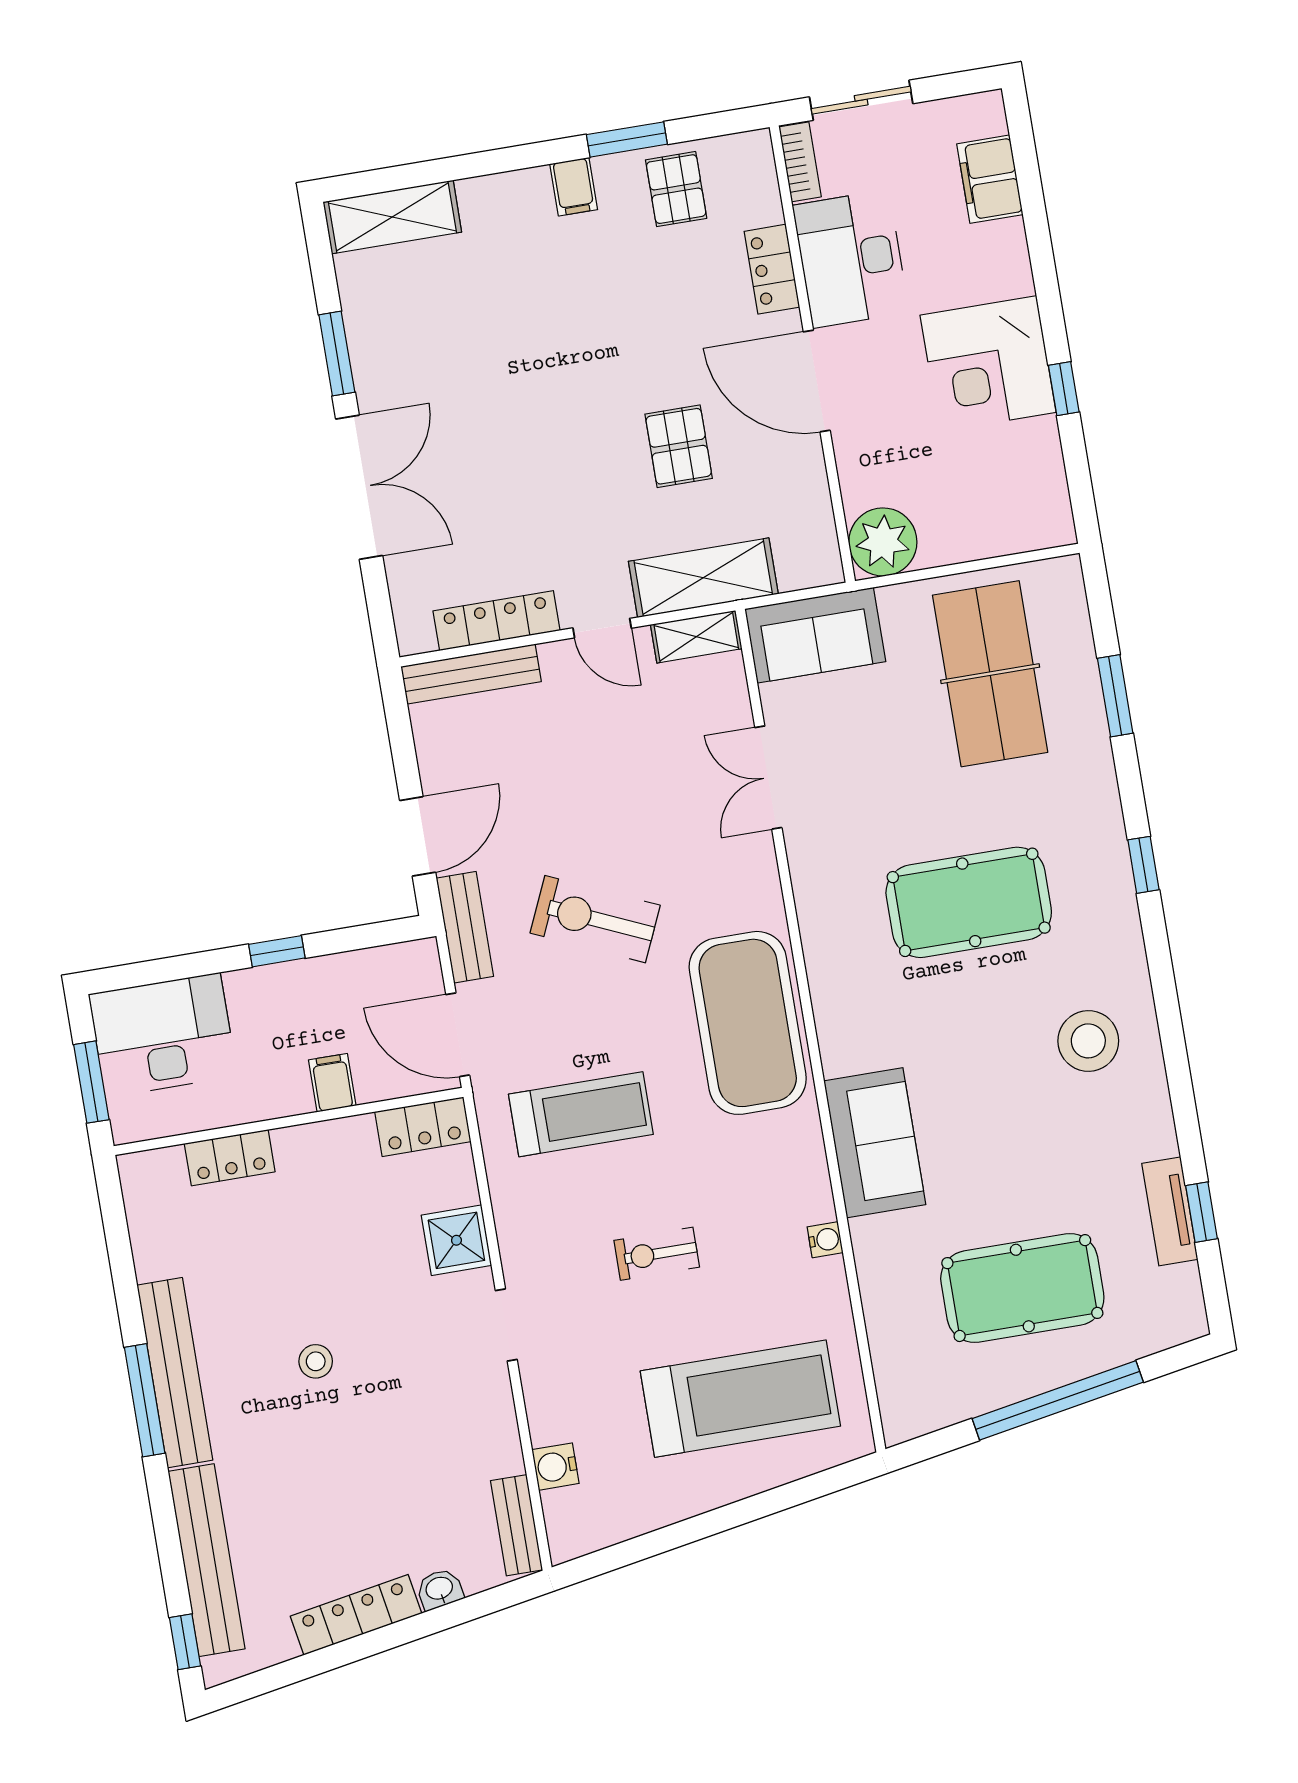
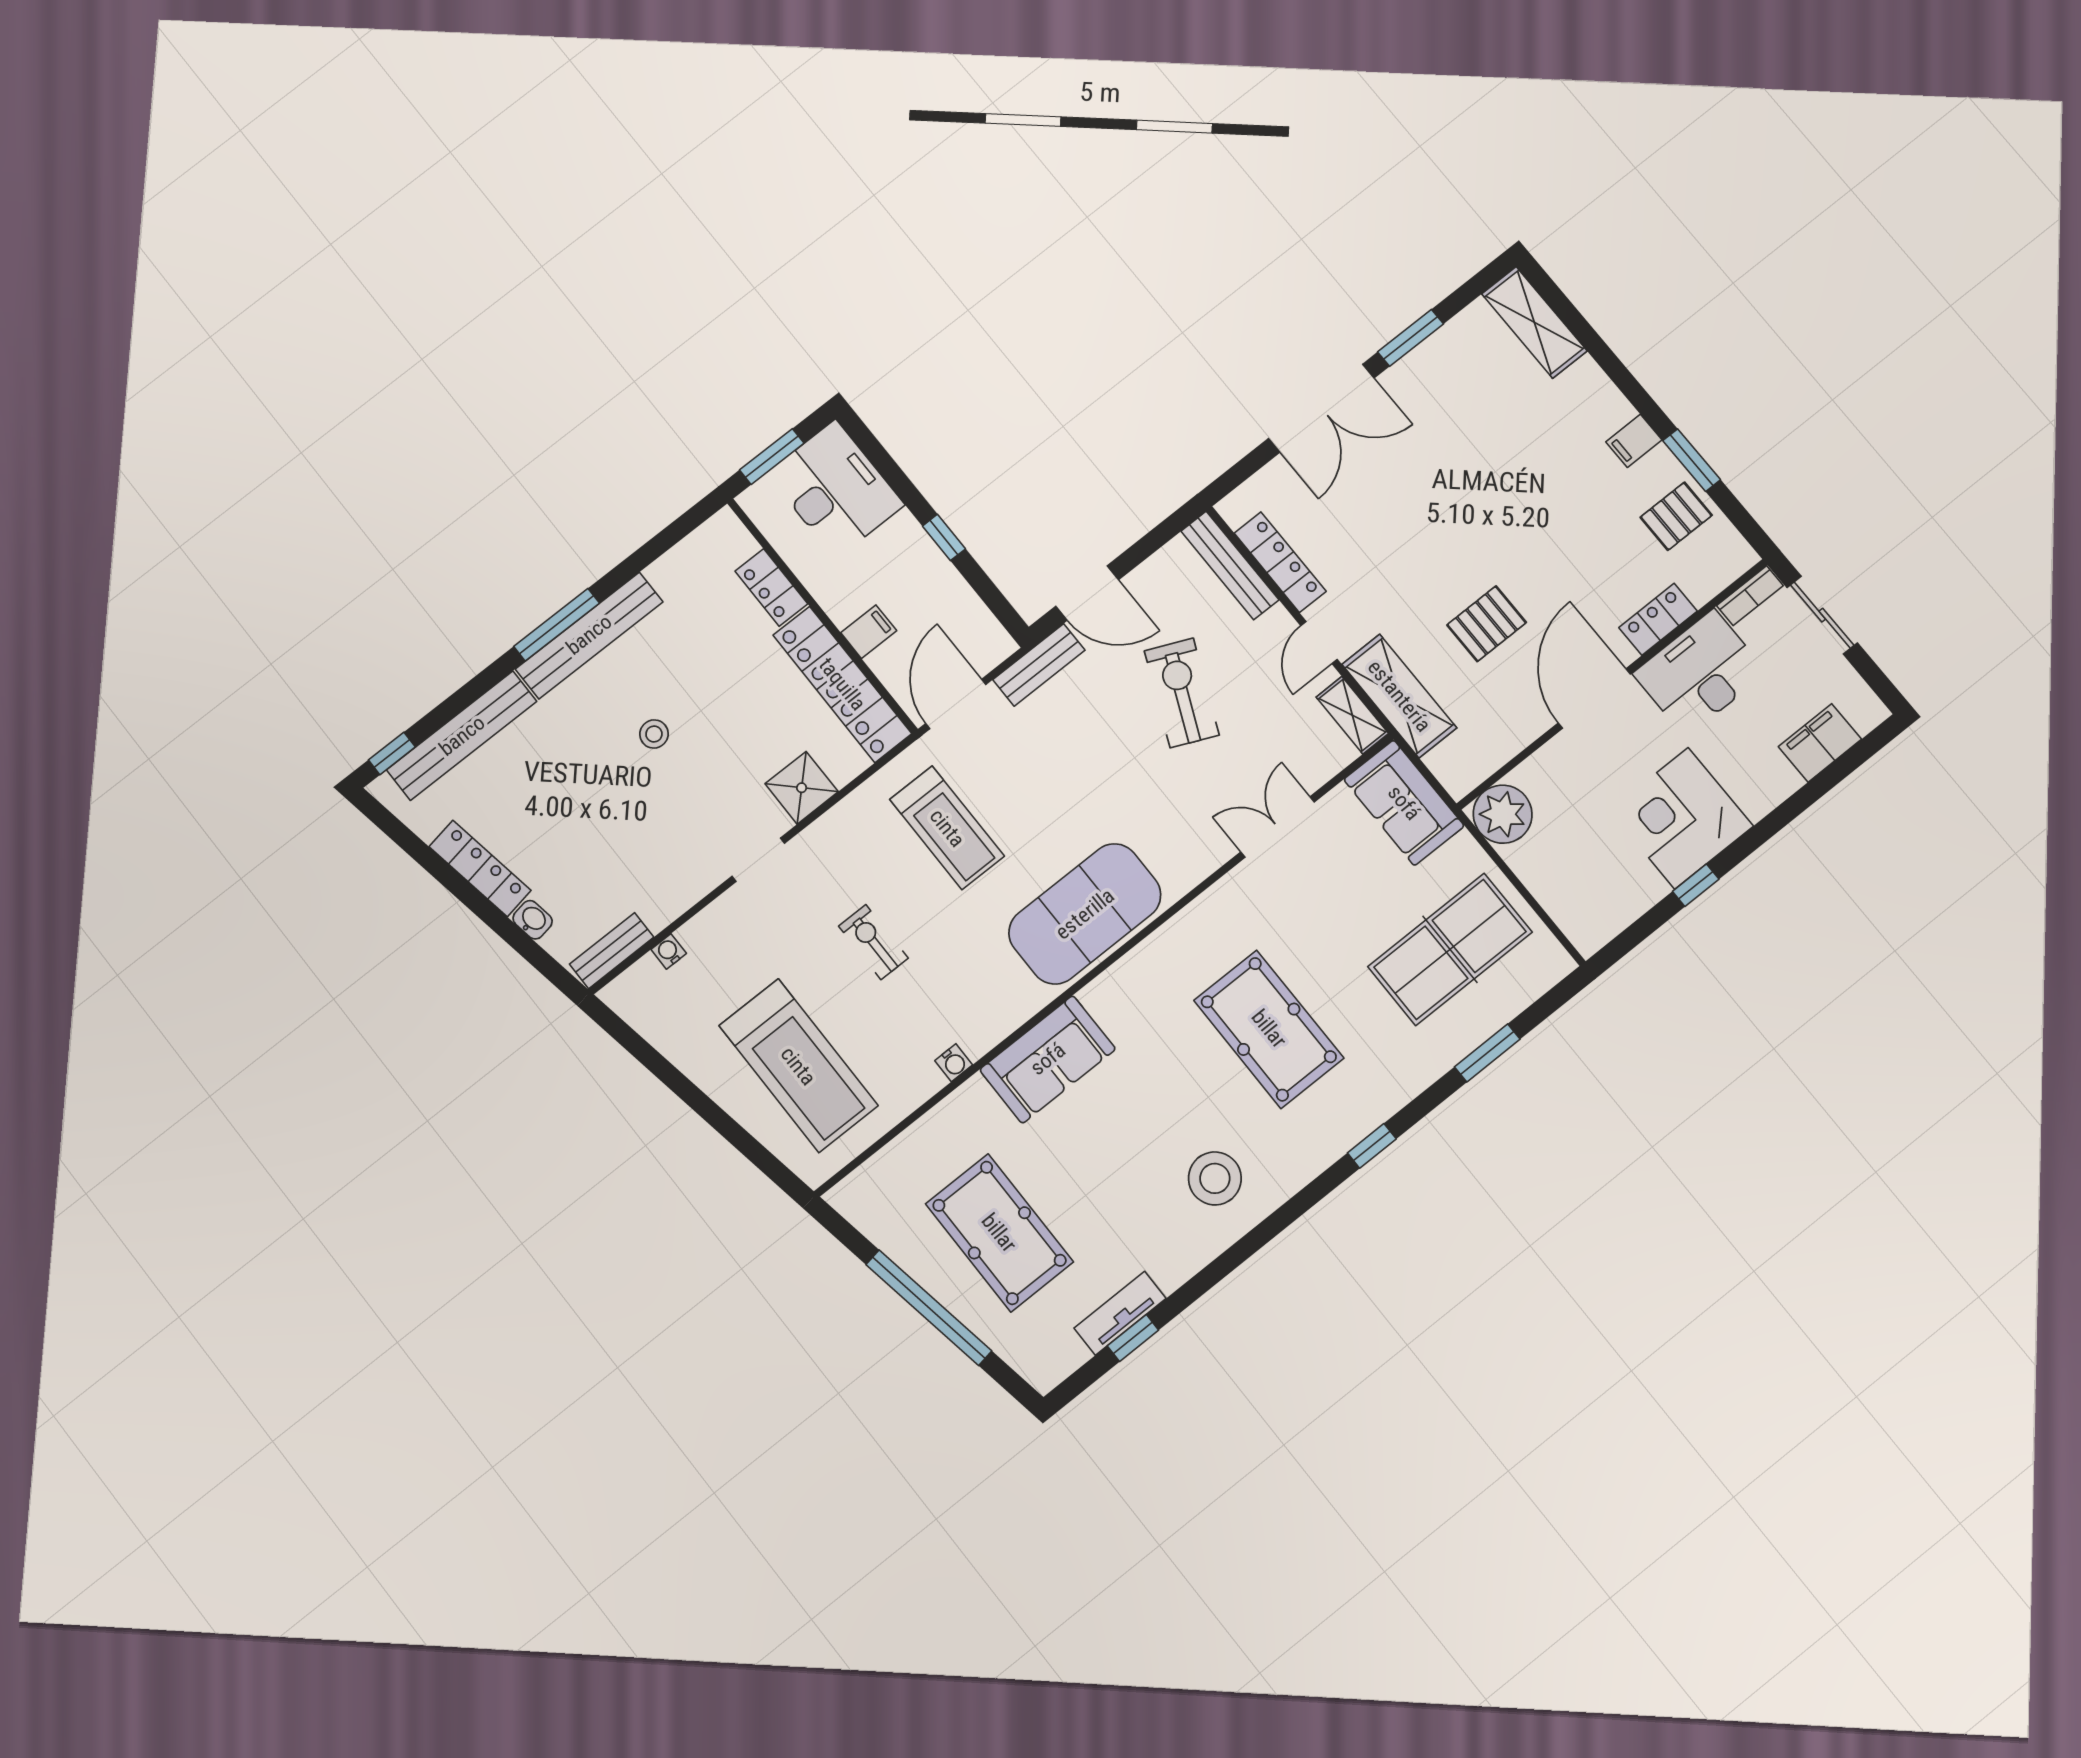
exercise bike: (595, 919) -> (1182, 693), moved
locker: (423, 1127) -> (842, 684), width x2.16, depth x1.21
water cooler: (555, 1467) -> (669, 951), width x0.72, depth x0.72

